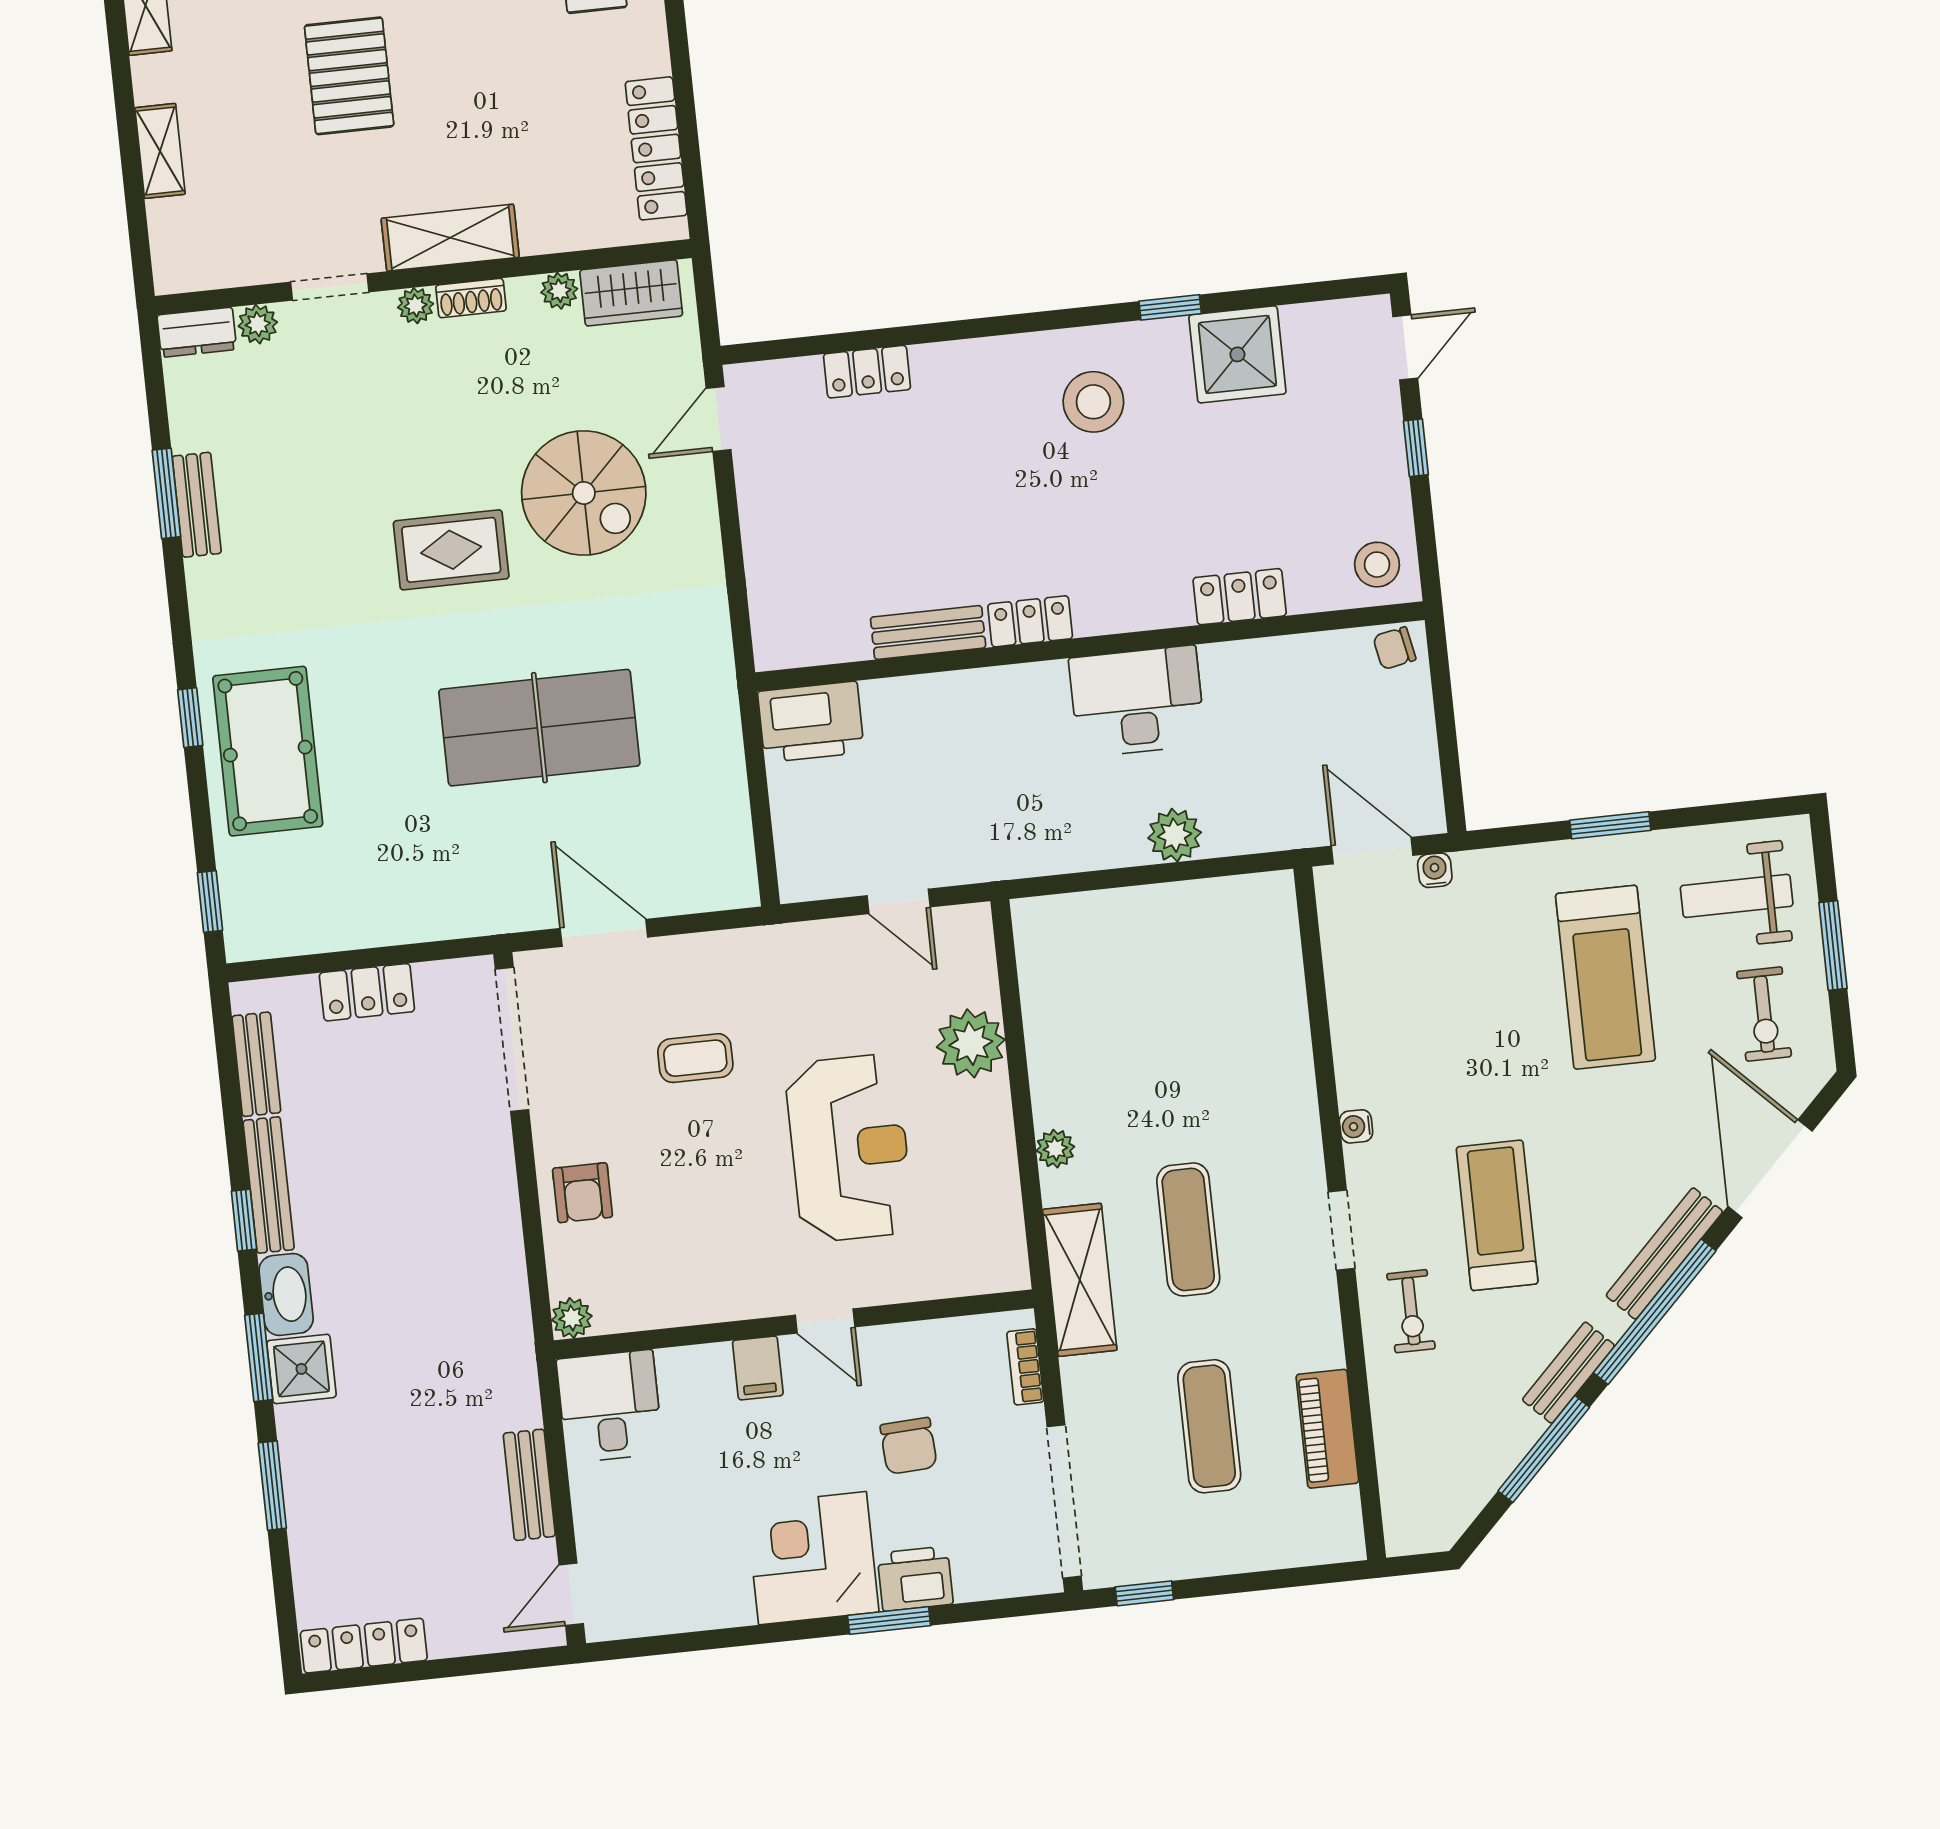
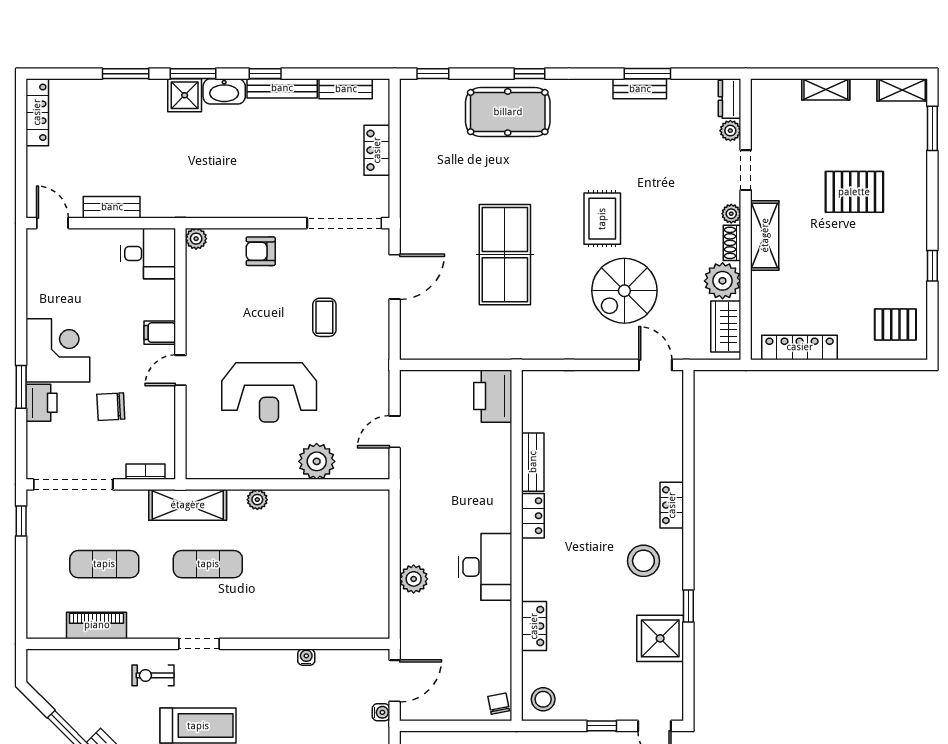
plant: (559, 291) -> (723, 281), width x1.88, depth x1.88
locker: (867, 372) -> (672, 505), moved
water cooler: (1356, 1126) -> (306, 657), moved

